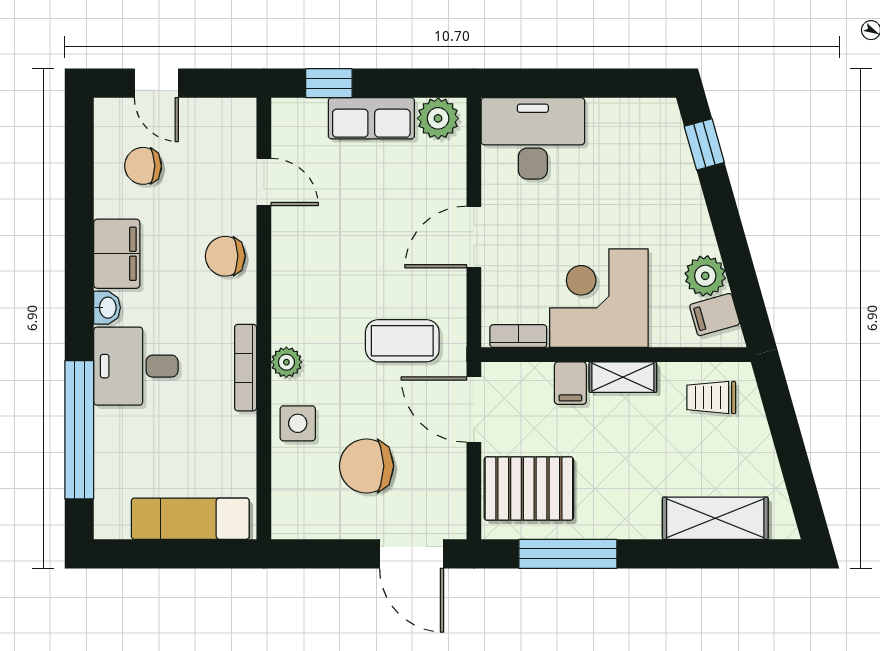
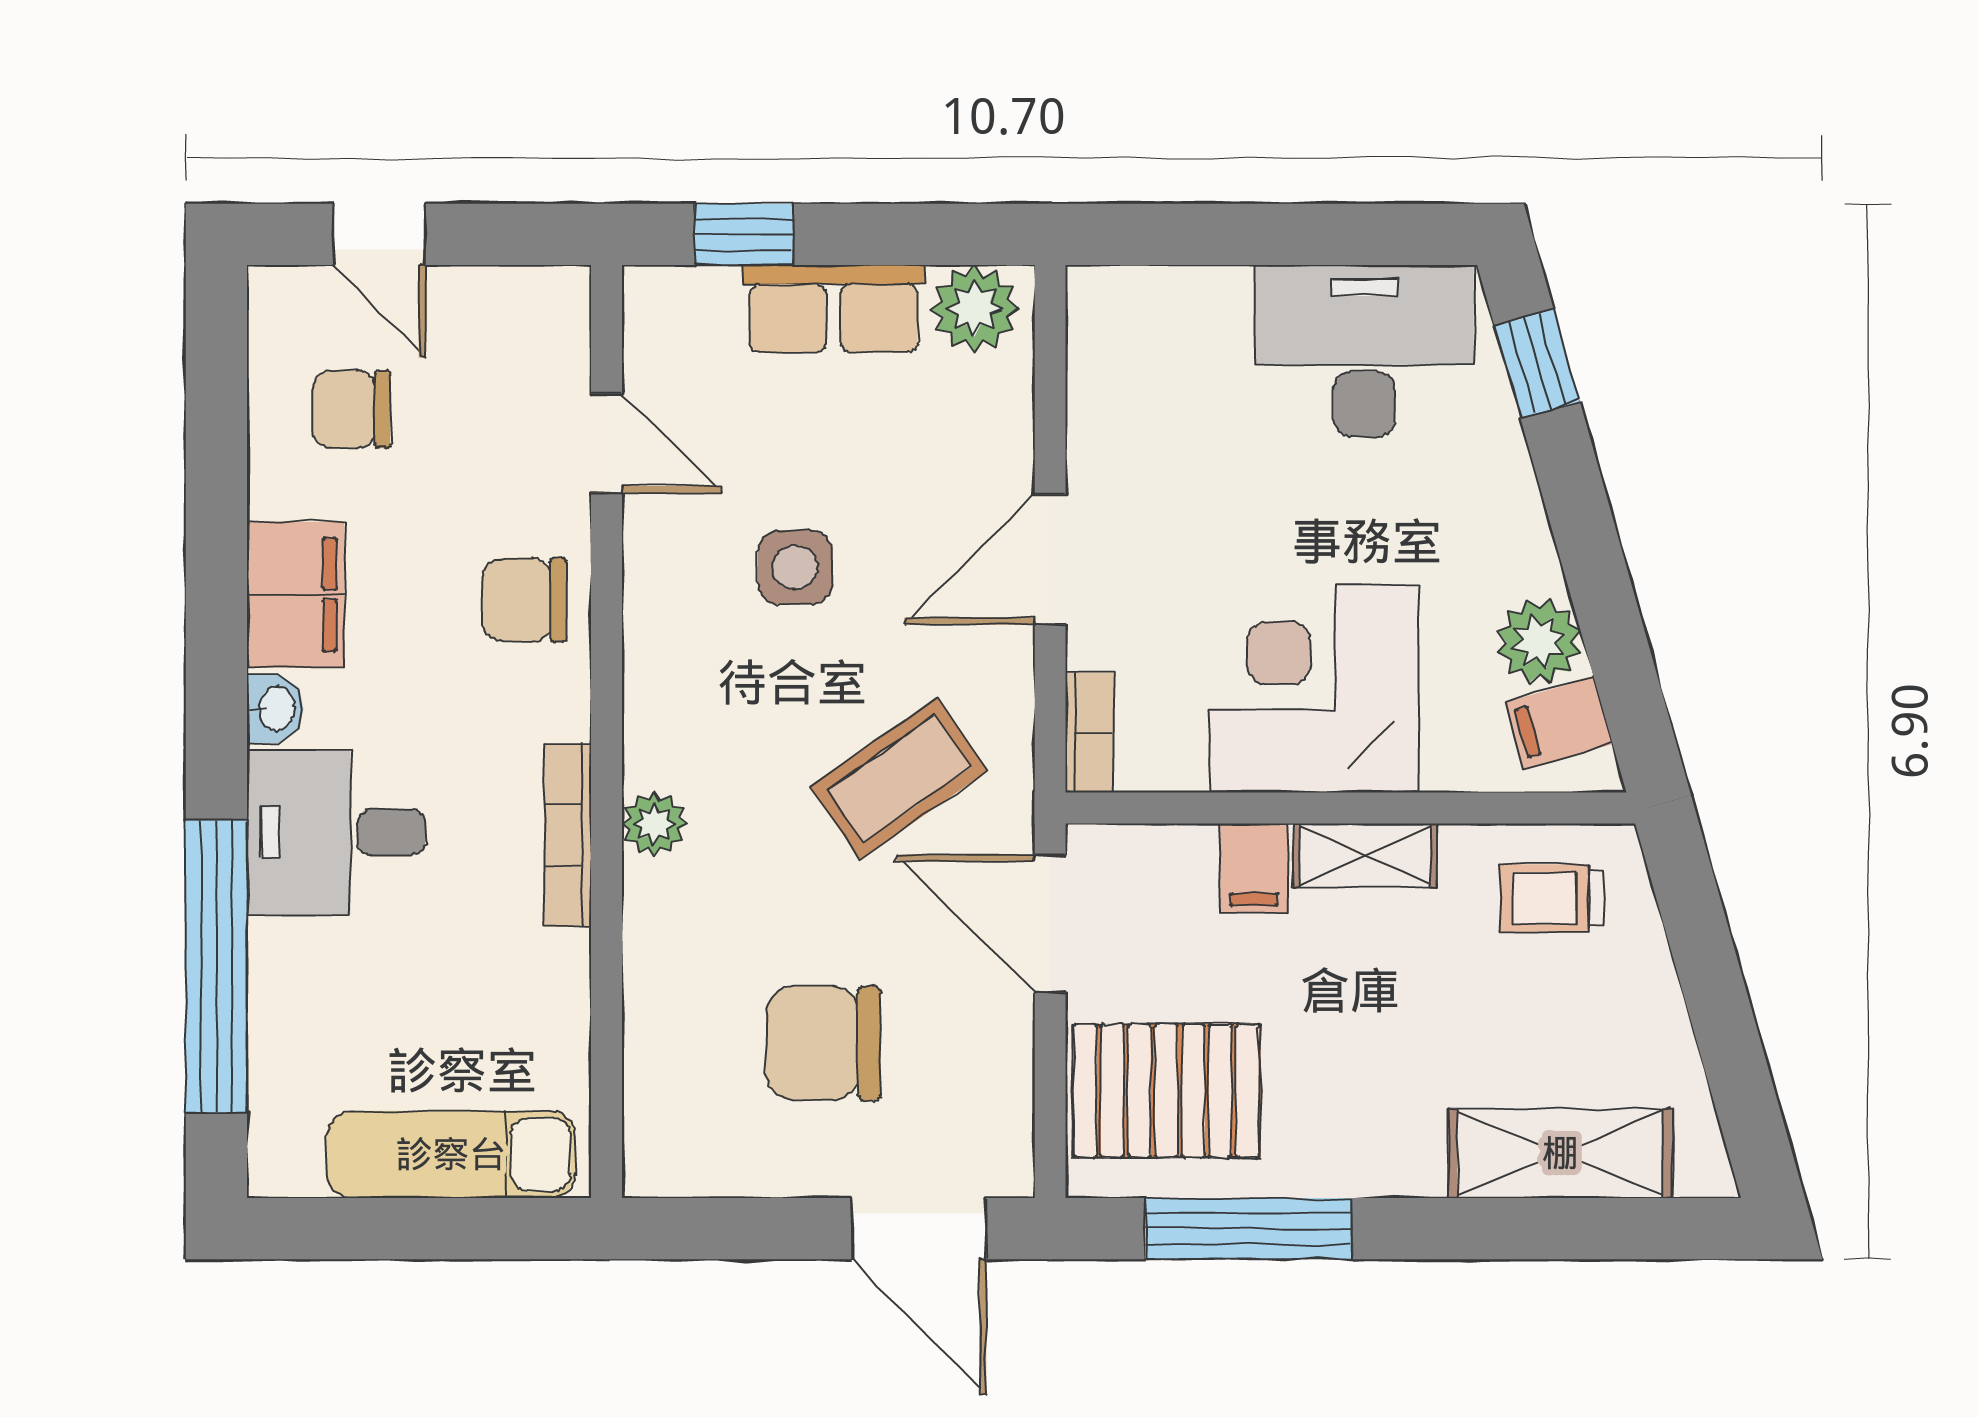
desk: (533, 138) -> (1364, 351), moved
bookcase: (518, 336) -> (1089, 733), moved, turned 90
coffee table: (402, 341) -> (899, 779), turned -35
side table: (298, 423) -> (795, 567), moved

